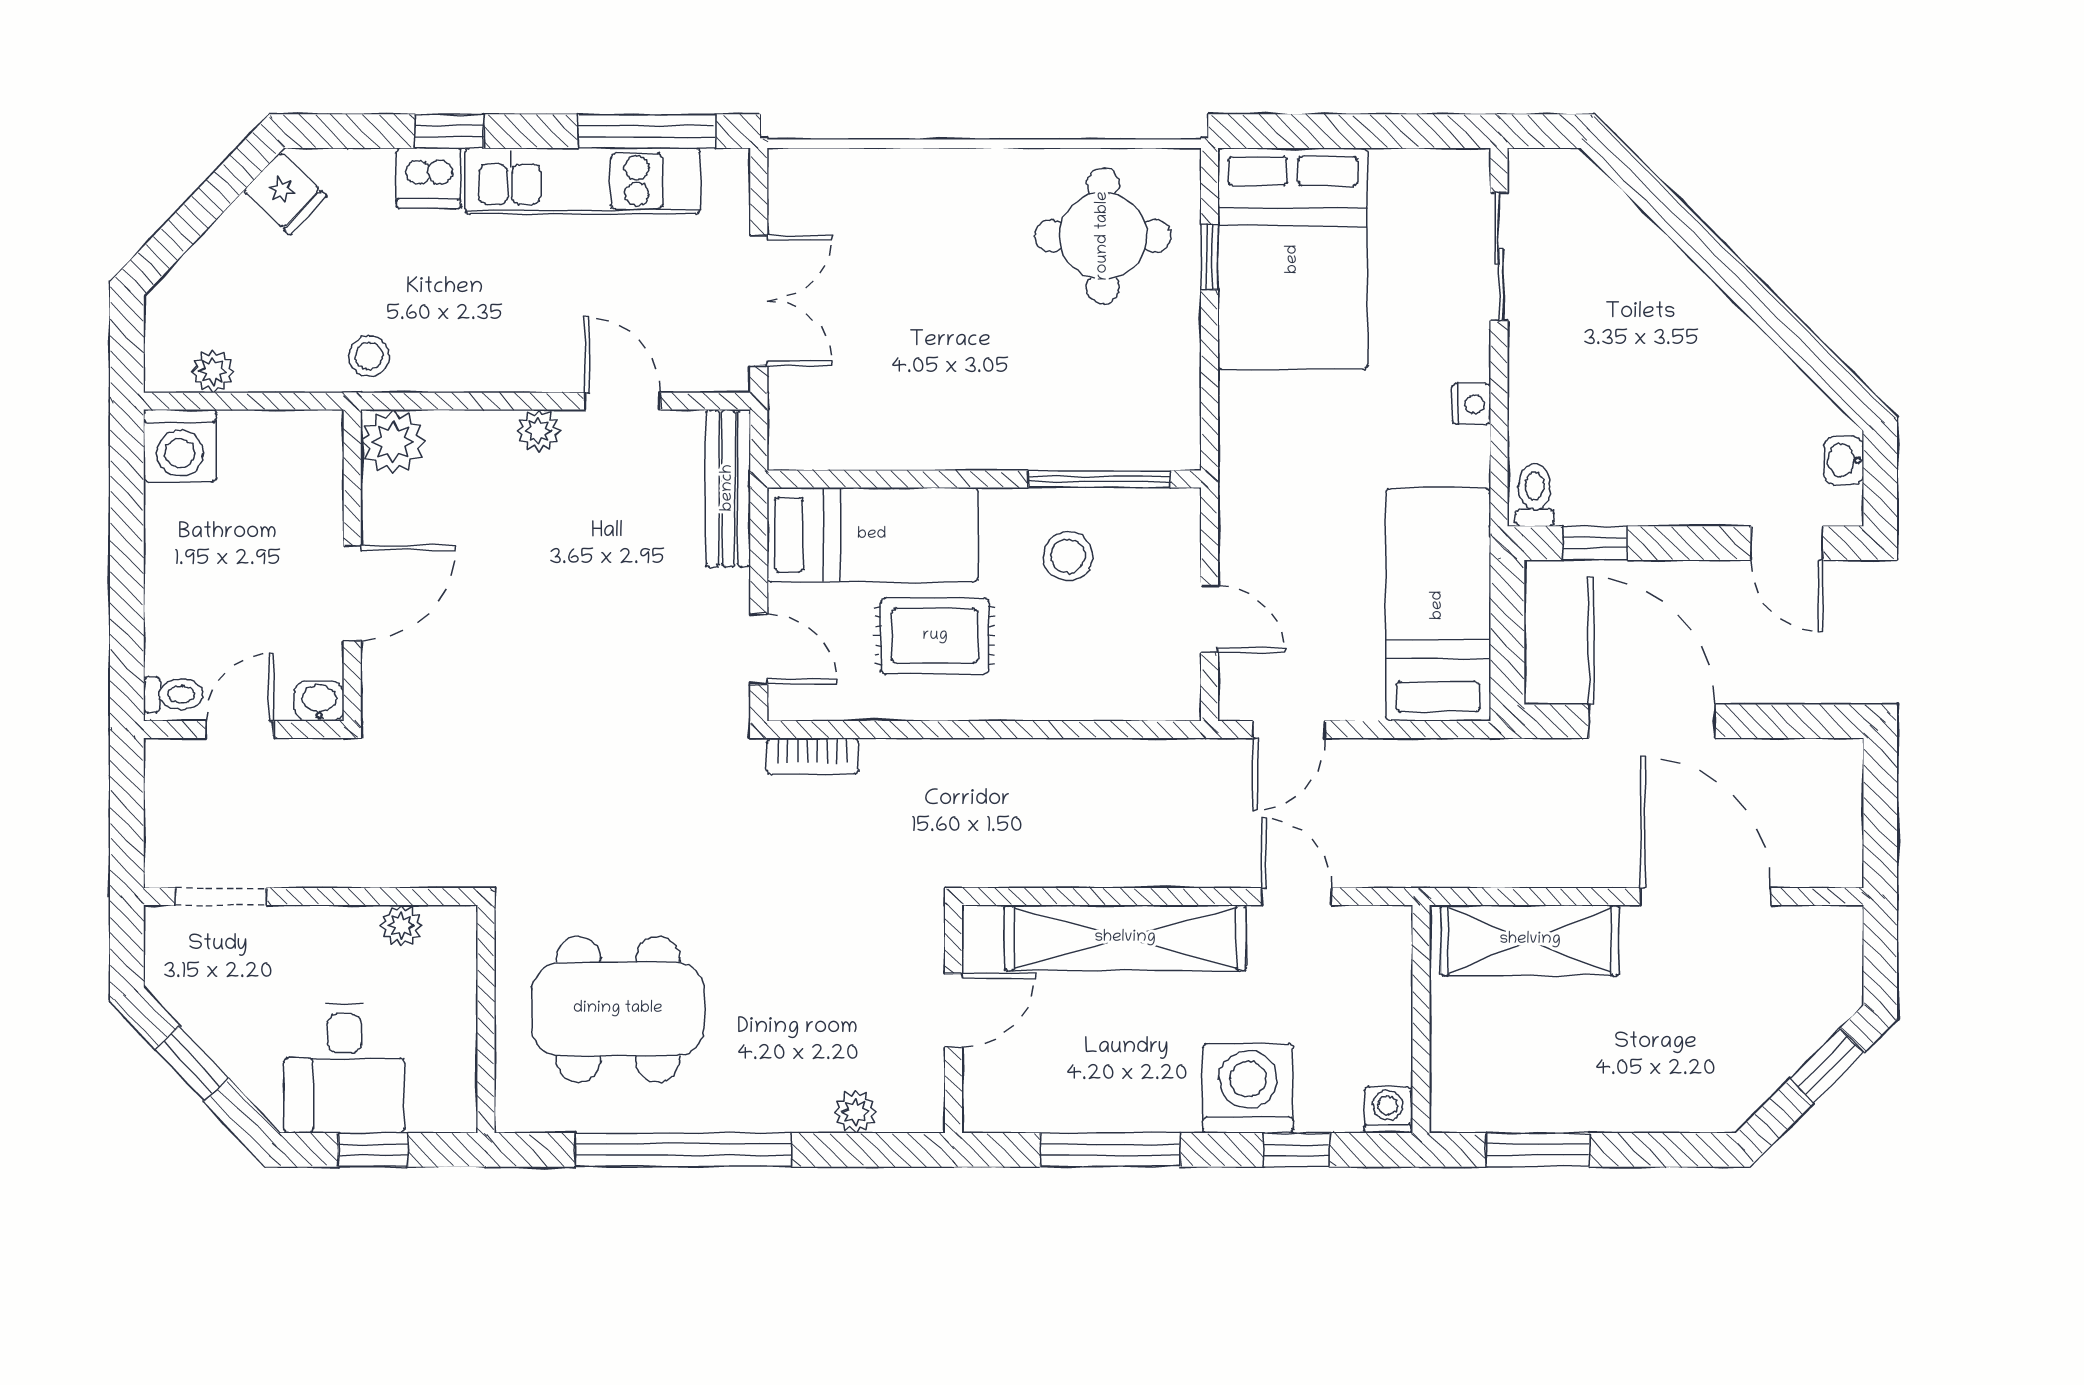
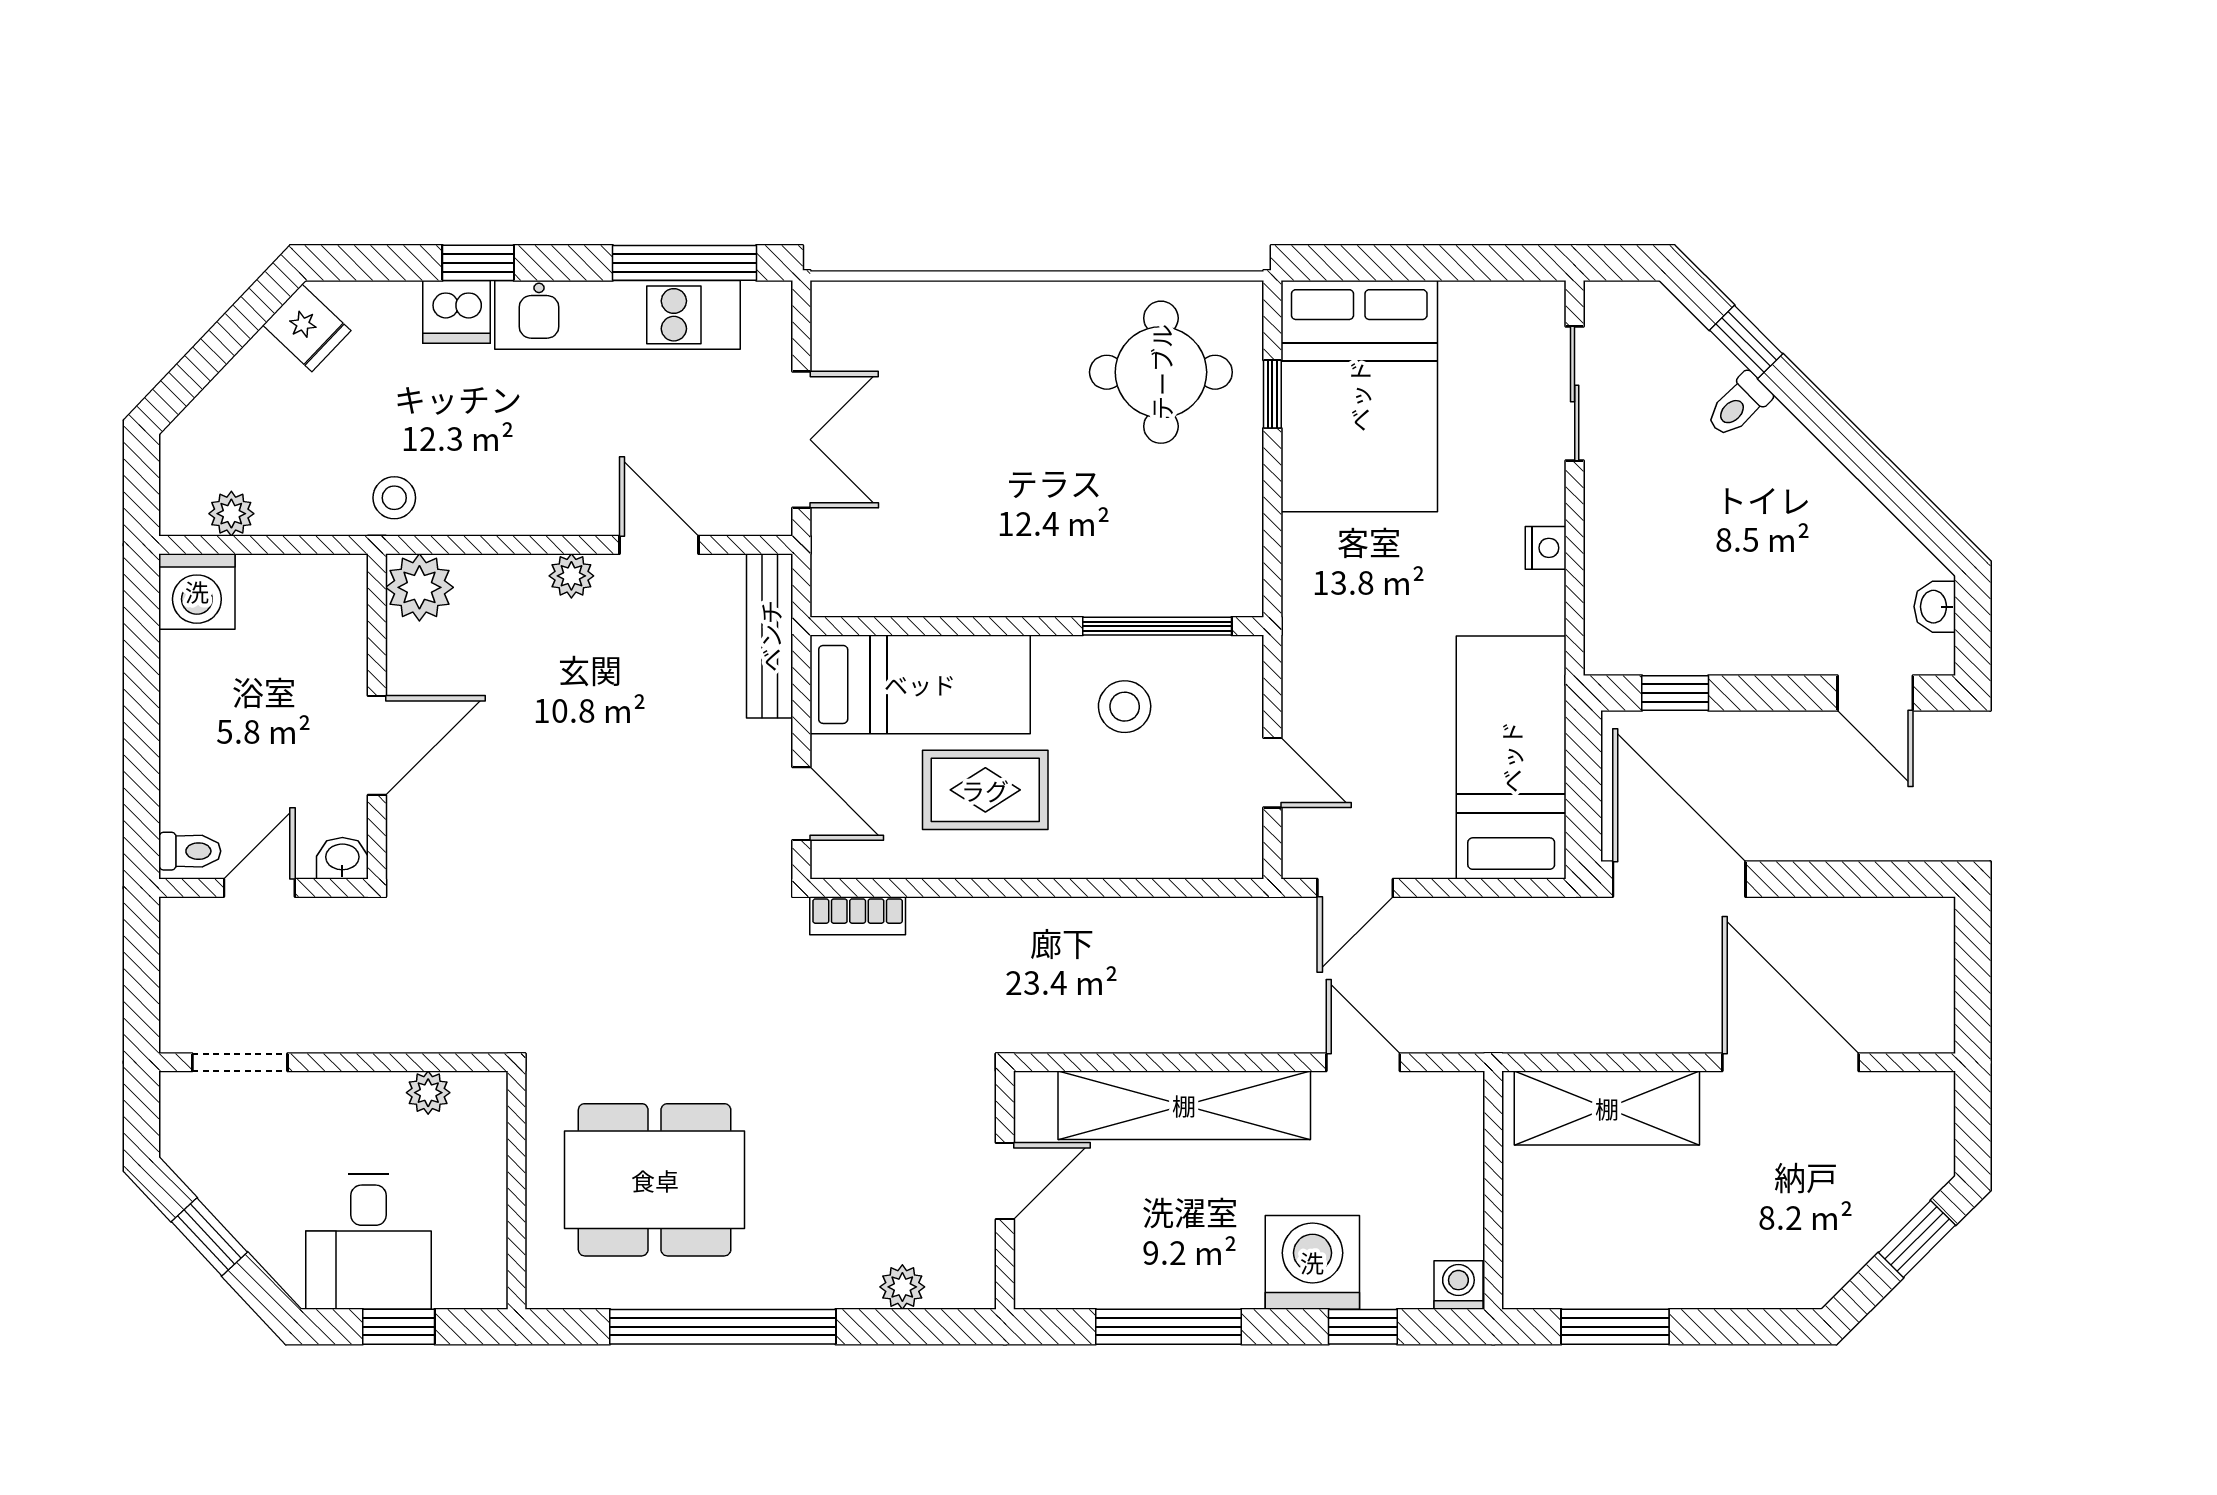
window: (1663, 207) -> (1746, 342), added
toilet: (1535, 495) -> (1738, 405), moved, turned -135
door: (1652, 721) -> (1679, 879), moved

